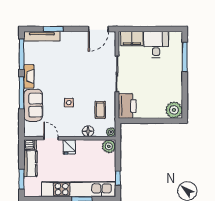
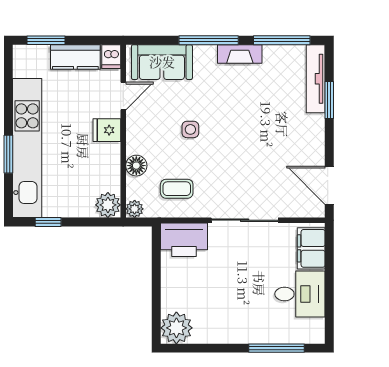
sofa: (33, 105) -> (162, 62), moved

